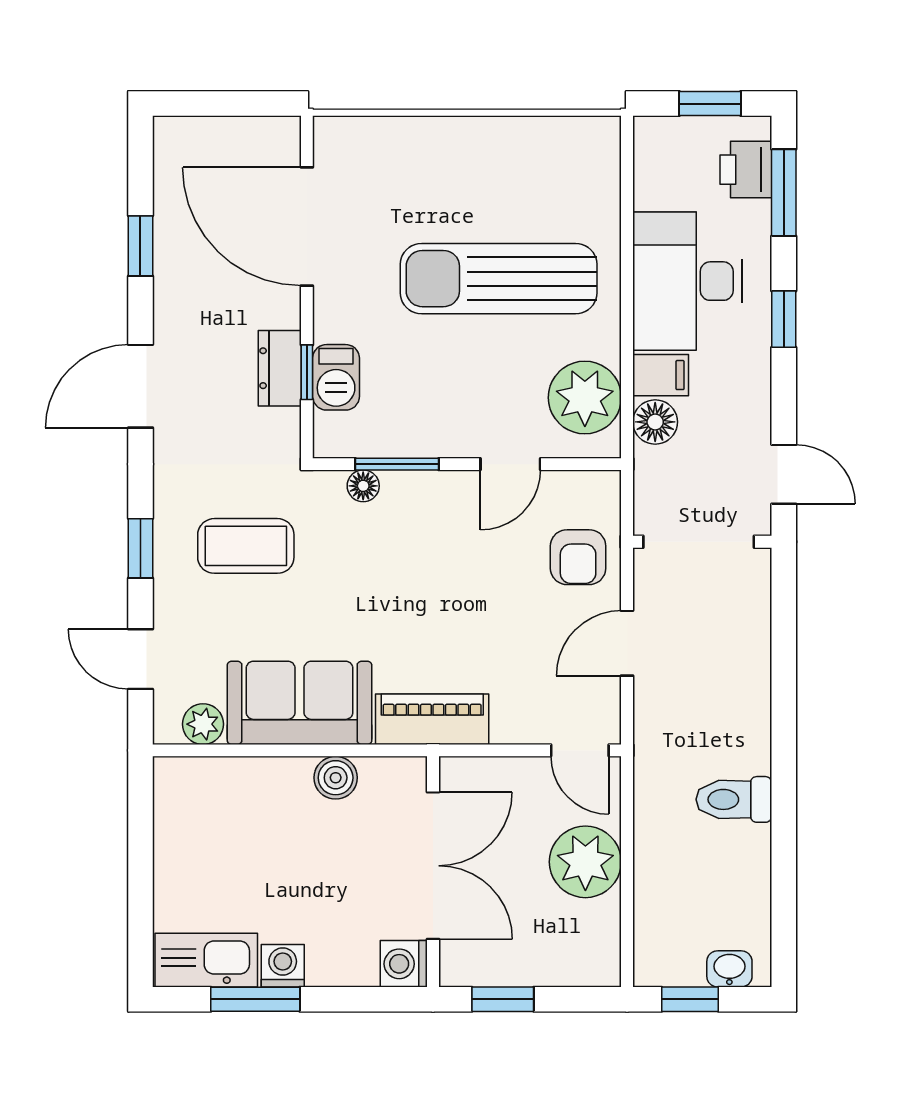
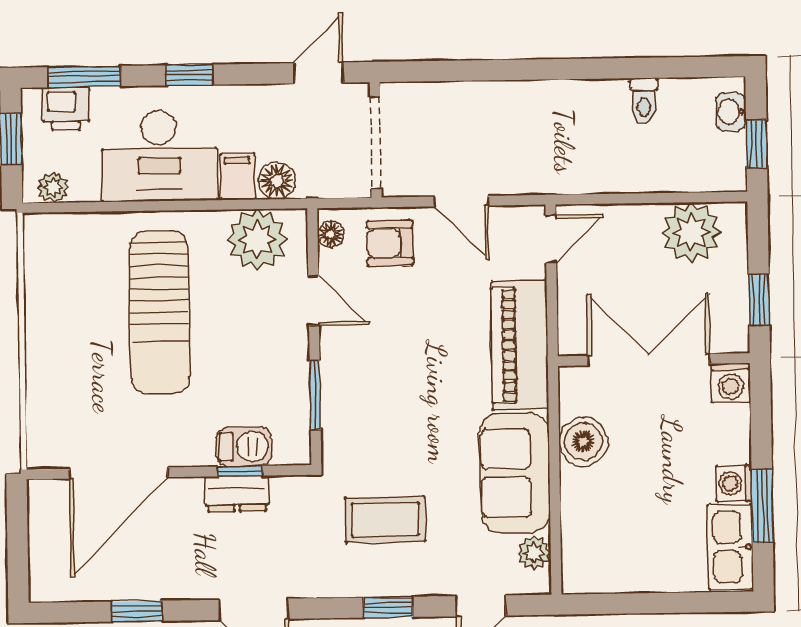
plant: (651, 153) -> (53, 187), added
floor lamp: (363, 486) -> (331, 234), moved
coffee table: (246, 546) -> (385, 520), turned 90
armchair: (578, 557) -> (390, 243), turned 180
piano: (432, 719) -> (520, 345), width x1.37, depth x1.33
boiler: (336, 778) -> (583, 442), width x1.36, depth x1.36
toilet: (734, 799) -> (644, 101), moved, width x0.73, depth x0.72
plant: (585, 862) -> (691, 232), moved

